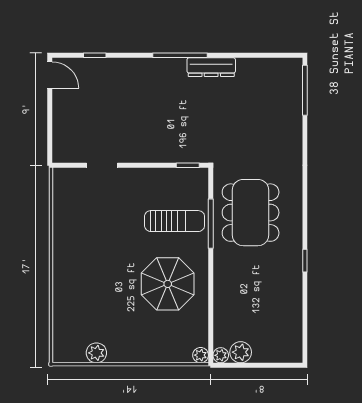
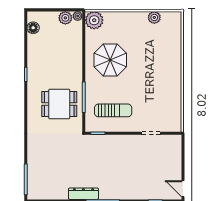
dining table: (251, 213) -> (59, 104), width x0.73
sun lounger: (175, 221) -> (113, 110), moved, turned 180
floor lamp: (293, 336) -> (33, 28), added
plant: (201, 355) -> (94, 20), width x1.87, depth x1.87

